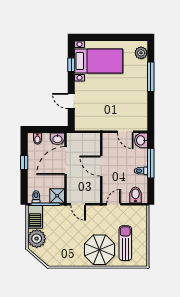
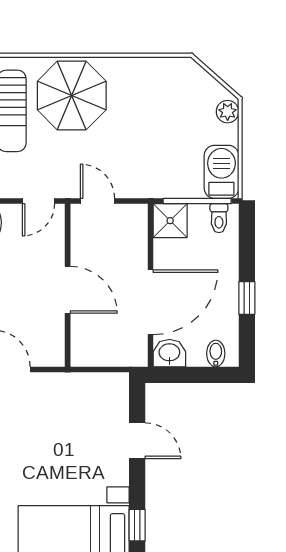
door: (78, 204) -> (98, 201), moved
plant: (37, 239) -> (228, 112), width x0.53, depth x0.53

